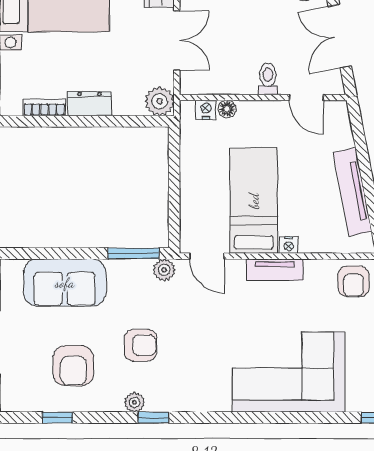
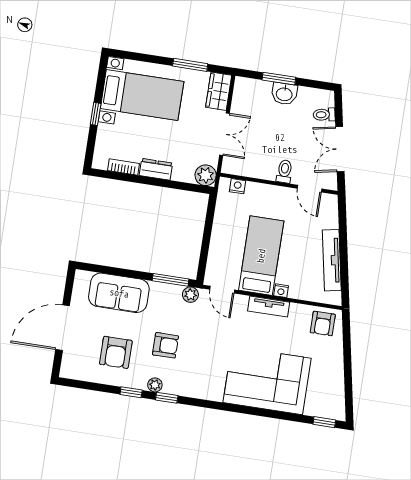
floor lamp: (227, 109) -> (252, 188), removed
window: (57, 418) -> (131, 392), moved

